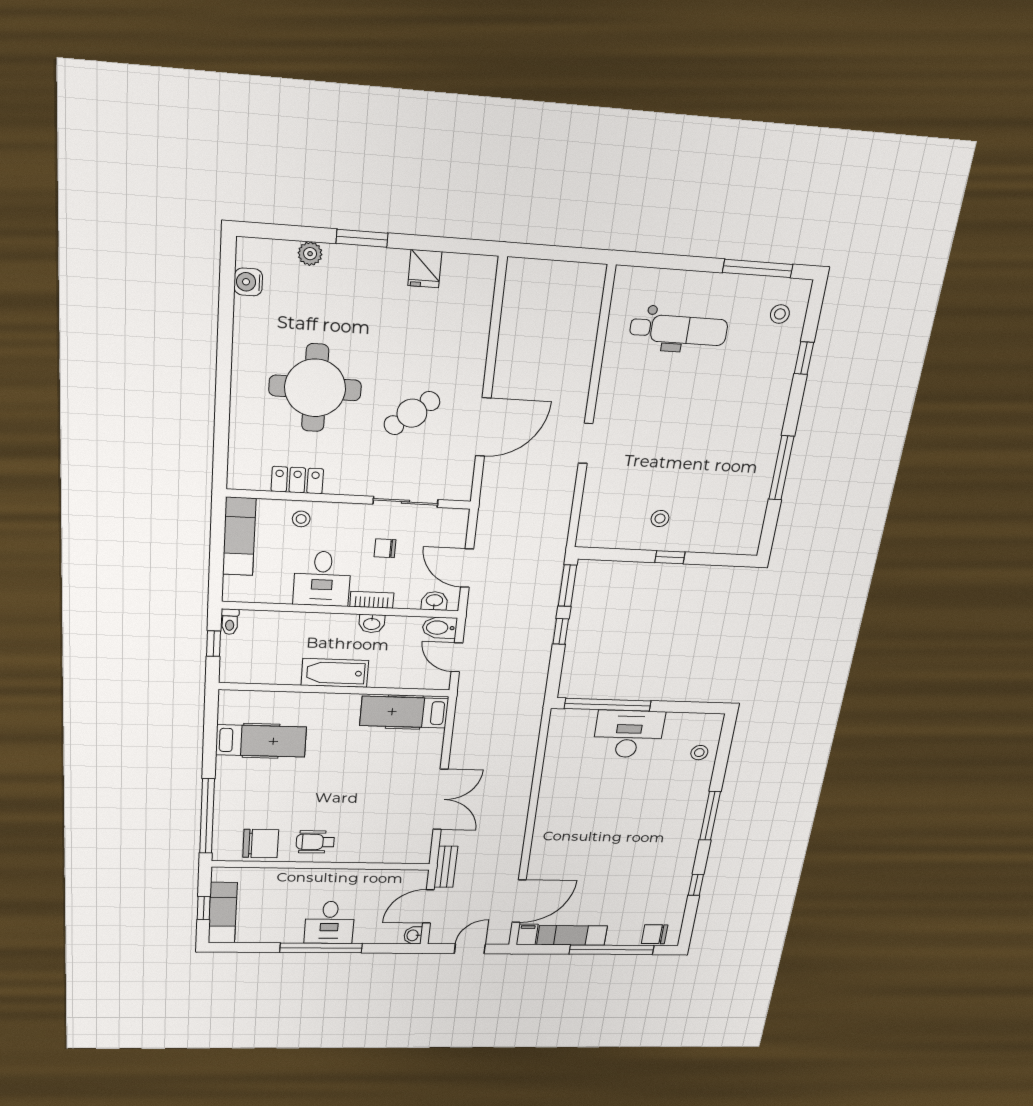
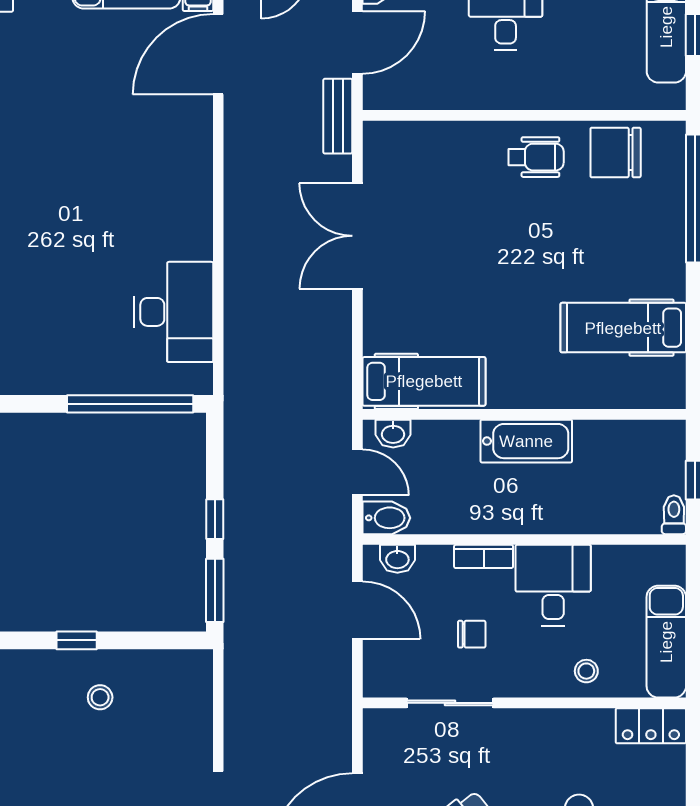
locker: (297, 480) -> (651, 726), moved
washbasin: (372, 623) -> (393, 434), moved, turned 180
desk: (628, 734) -> (174, 312), moved, turned -90

